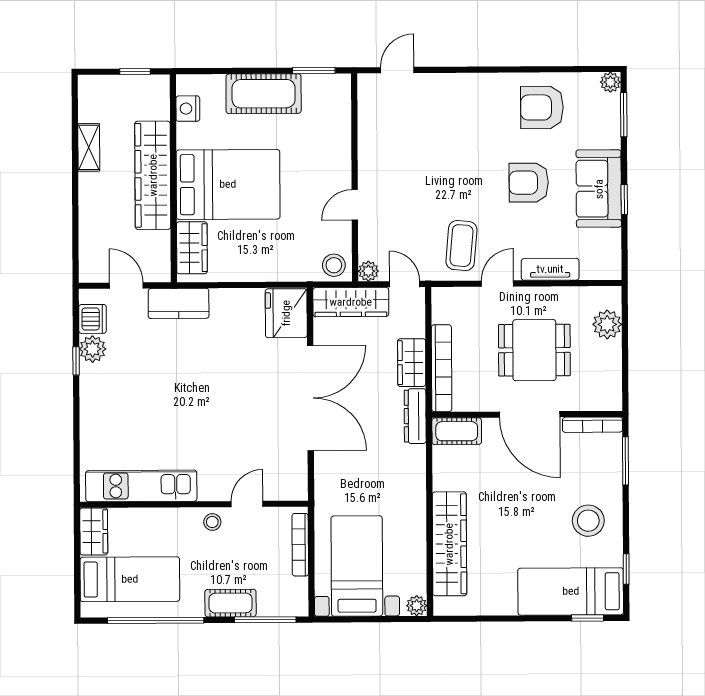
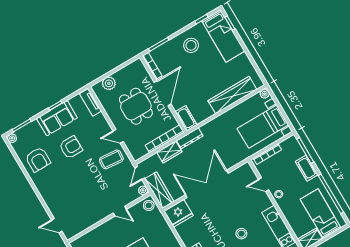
armchair: (529, 183) -> (71, 147), turned -90
tv unit: (550, 269) -> (91, 102), moved
stool: (179, 408) -> (241, 234), added

